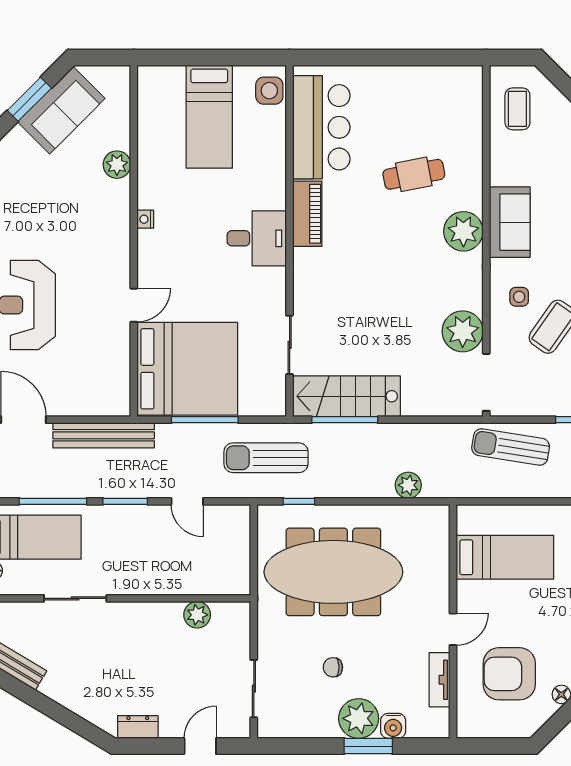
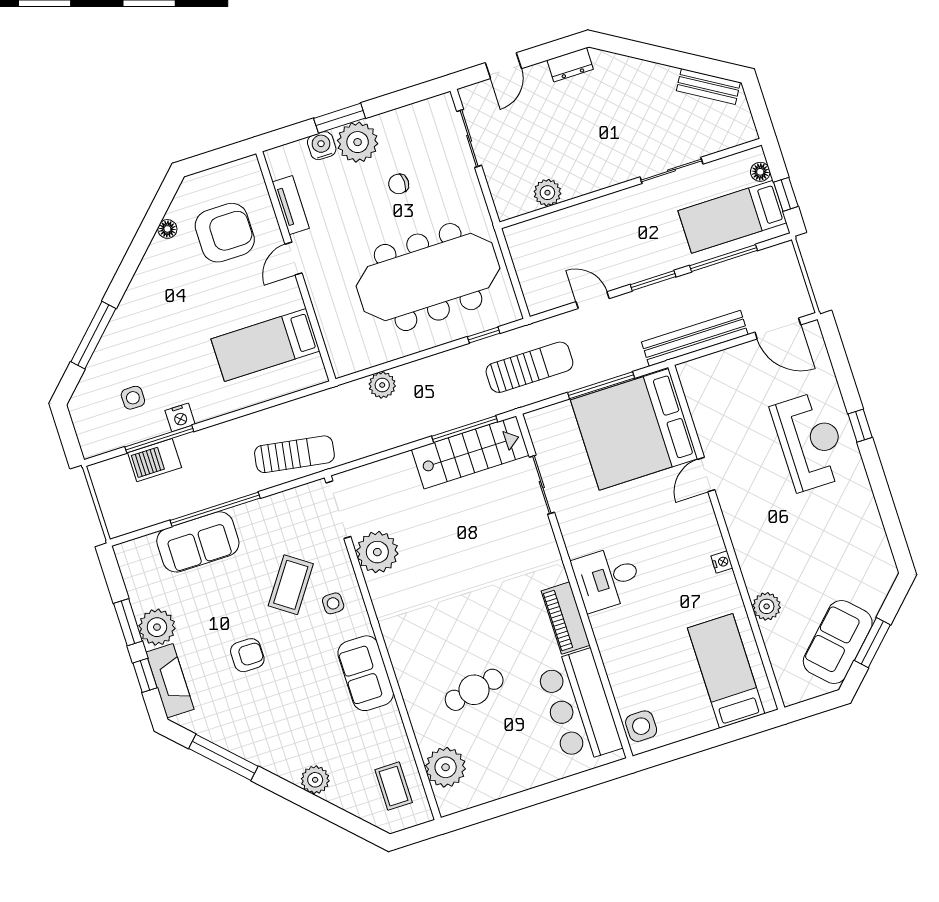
bed: (209, 117) -> (726, 671), moved
plant: (463, 231) -> (446, 767), moved
chair: (333, 667) -> (399, 184), turned 180

